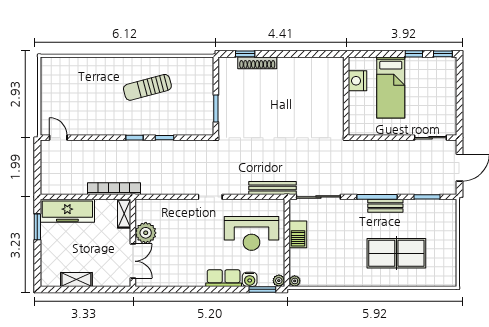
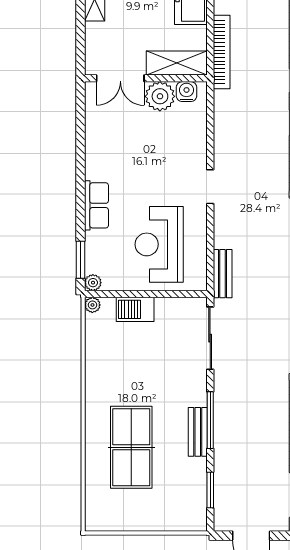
bench: (272, 188) -> (223, 274), width x0.73
shelving: (124, 214) -> (177, 63), width x1.50, depth x1.33
barbecue: (298, 234) -> (135, 309), moved
water cooler: (250, 279) -> (187, 92), moved, turned 90

